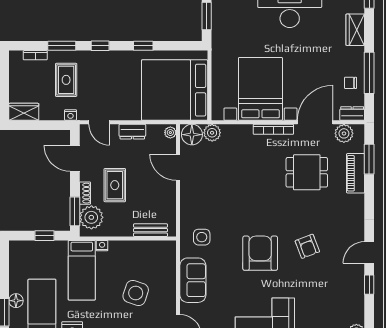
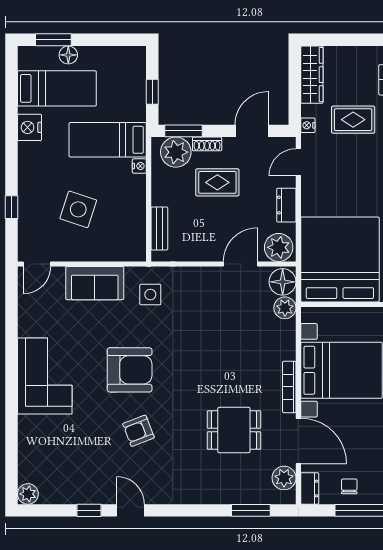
wardrobe: (24, 112) -> (312, 75), width x1.50
plant: (170, 133) -> (279, 247), width x1.88, depth x1.88
dining table: (307, 172) -> (234, 430), turned 90
piano: (356, 173) -> (233, 493), removed

